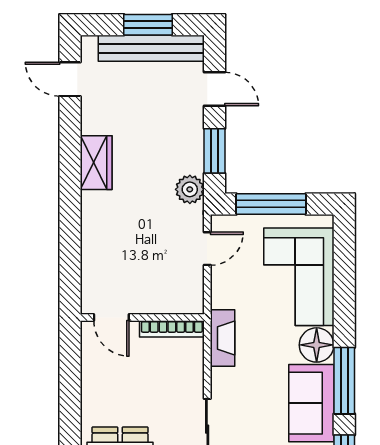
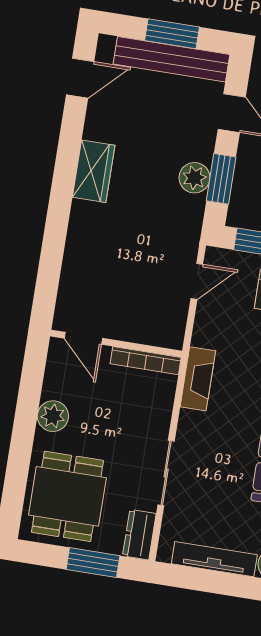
door: (70, 79) -> (80, 78), swing flipped
plant: (190, 189) -> (194, 178), moved
plant: (95, 394) -> (53, 416), added

